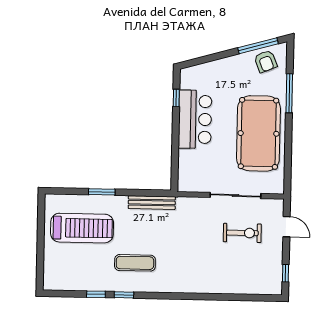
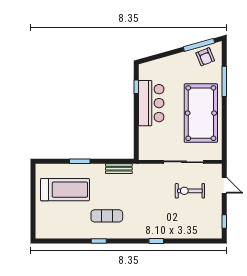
bench: (152, 203) -> (119, 169), width x0.73
exercise bike: (242, 233) -> (190, 191), turned 180
window: (96, 294) -> (156, 241), moved

